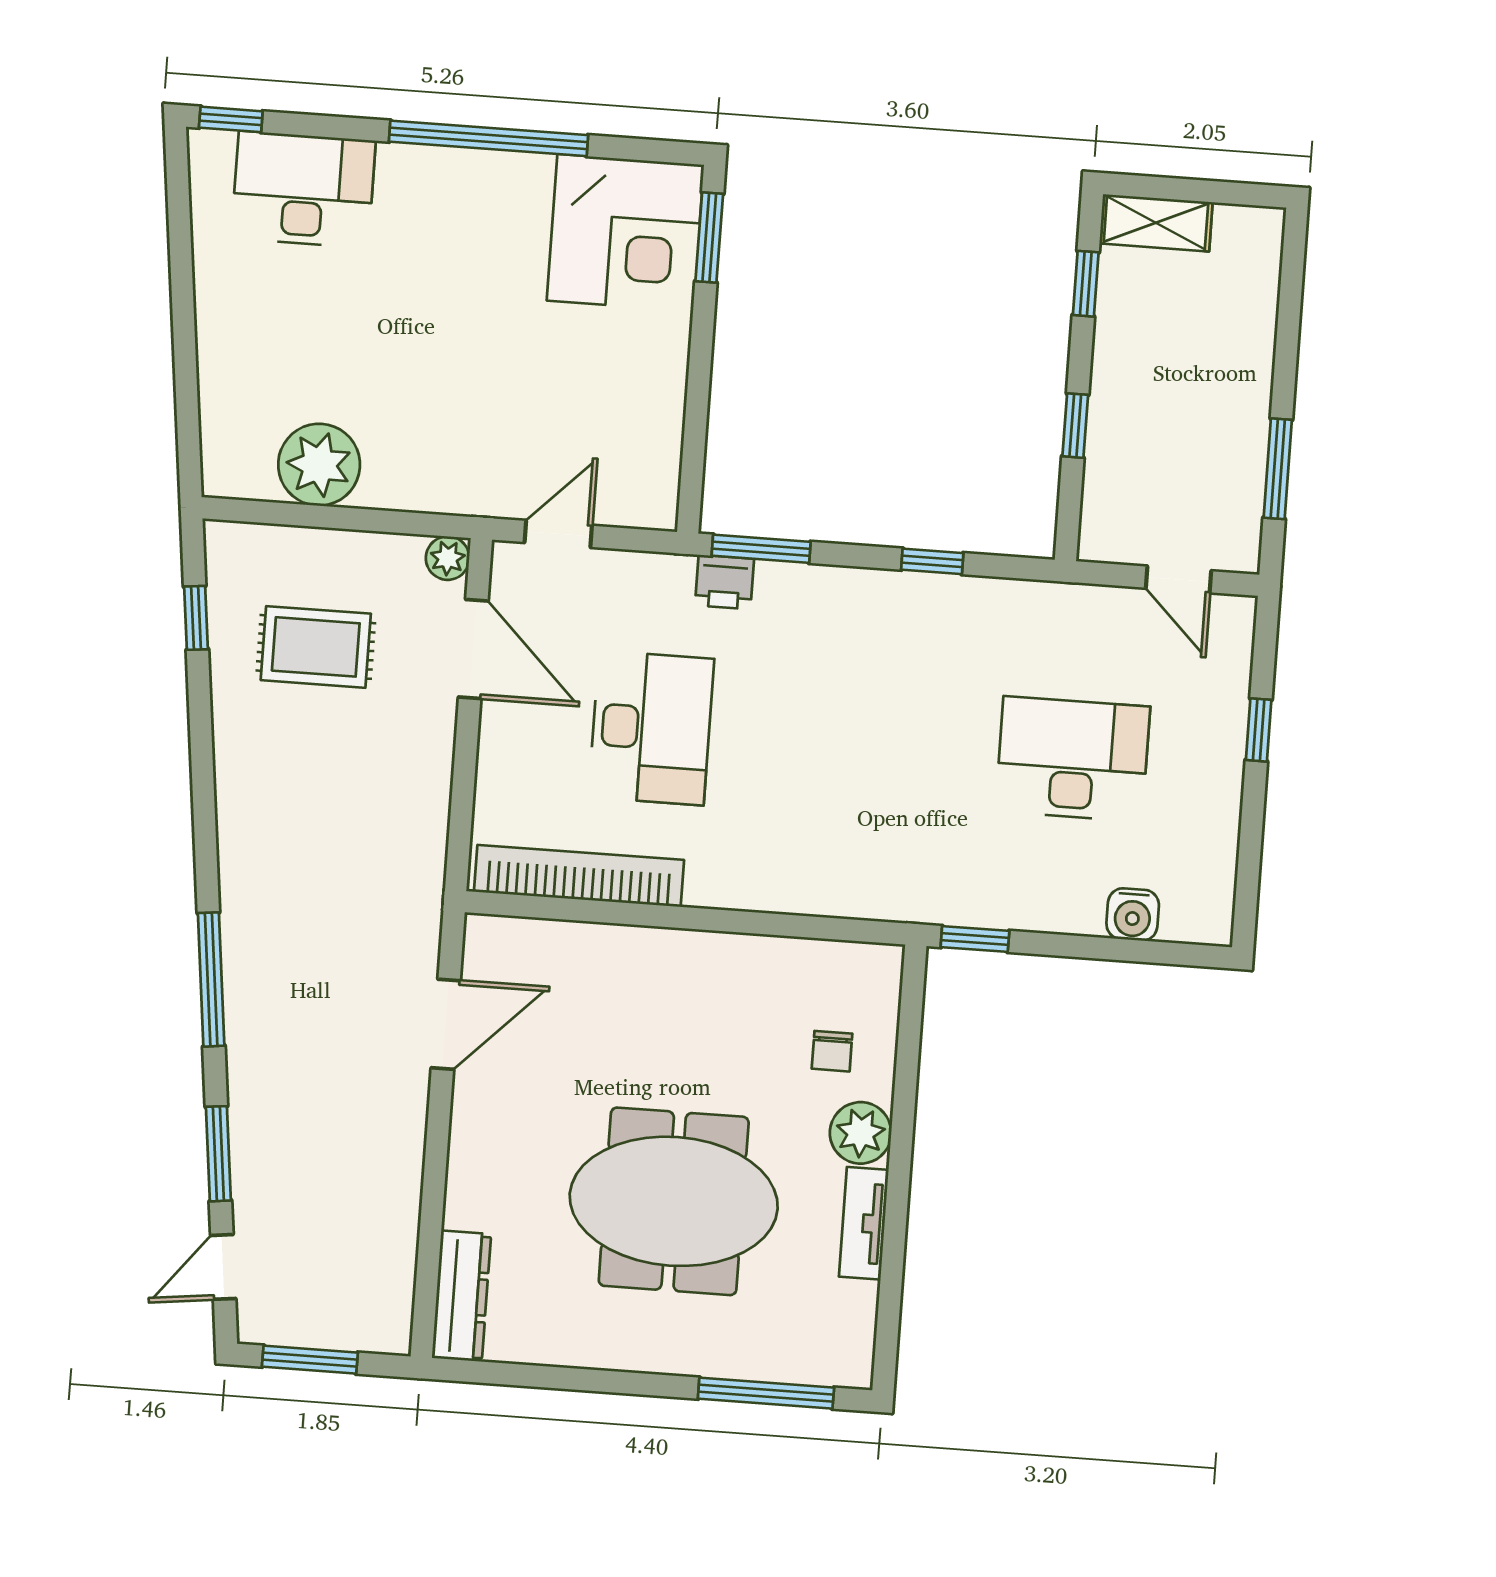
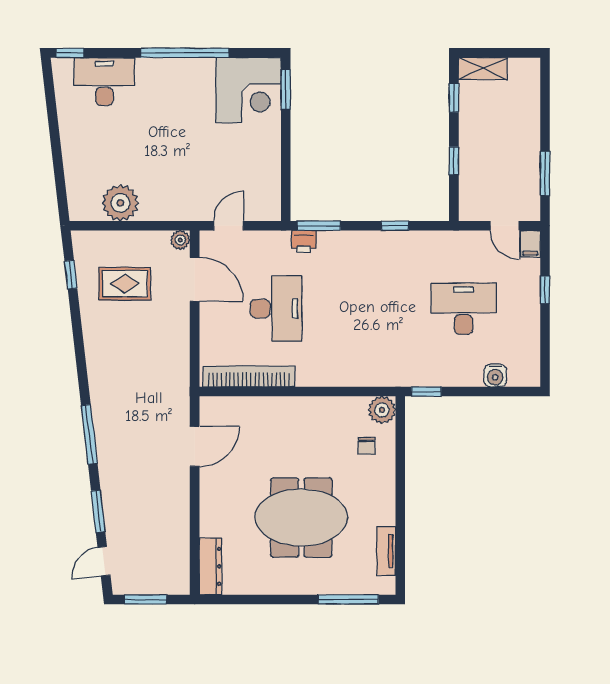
filing cabinet: (1233, 624) -> (530, 244), added
plant: (861, 1133) -> (382, 410), moved
tv unit: (864, 1223) -> (386, 551), moved

